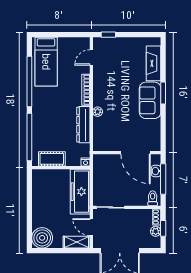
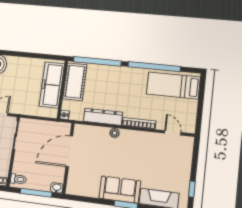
window: (108, 35) -> (192, 189), moved
door: (136, 153) -> (69, 151), moved
cot: (52, 159) -> (75, 82), width x1.37, depth x1.34
washbasin: (156, 171) -> (57, 188), moved
freezer: (80, 192) -> (52, 85), moved, turned -90

